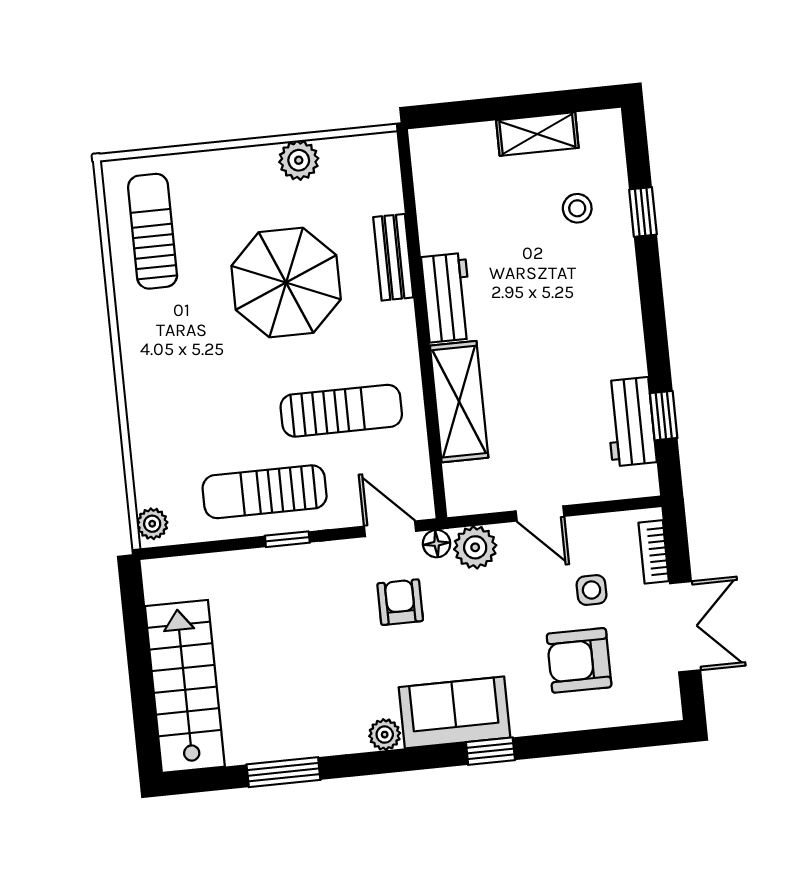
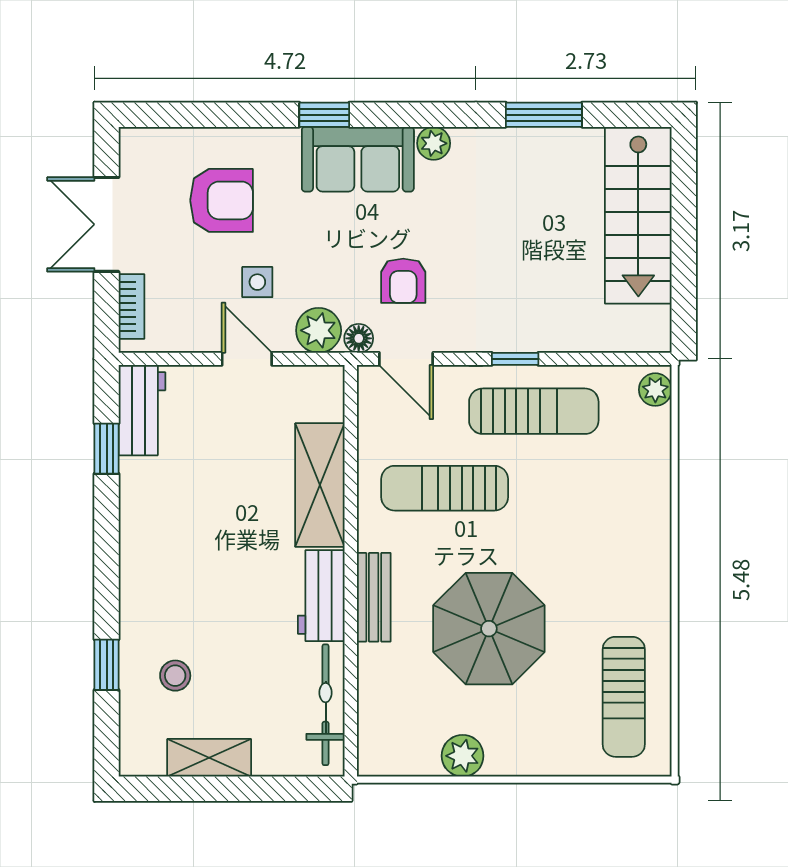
bicycle: (433, 195) -> (326, 705), added
bench: (393, 257) -> (374, 597), moved
workbench: (631, 422) -> (142, 410), moved
side table: (591, 590) -> (257, 282), moved

